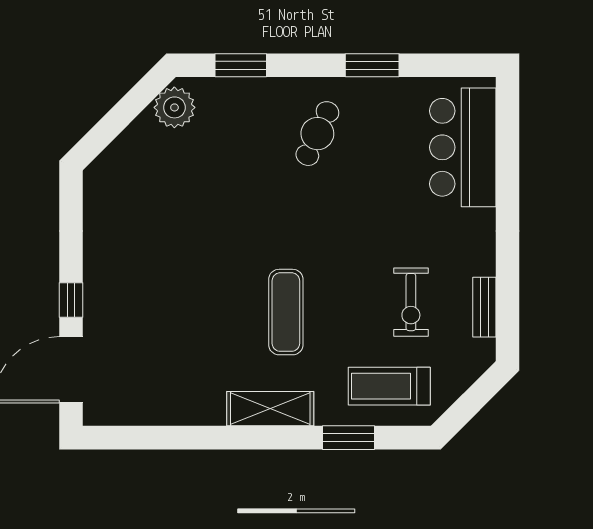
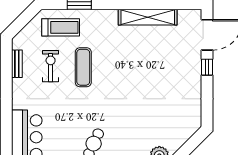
exercise mat: (286, 312) -> (83, 67), moved
shelving: (270, 409) -> (148, 17), moved, width x1.47

